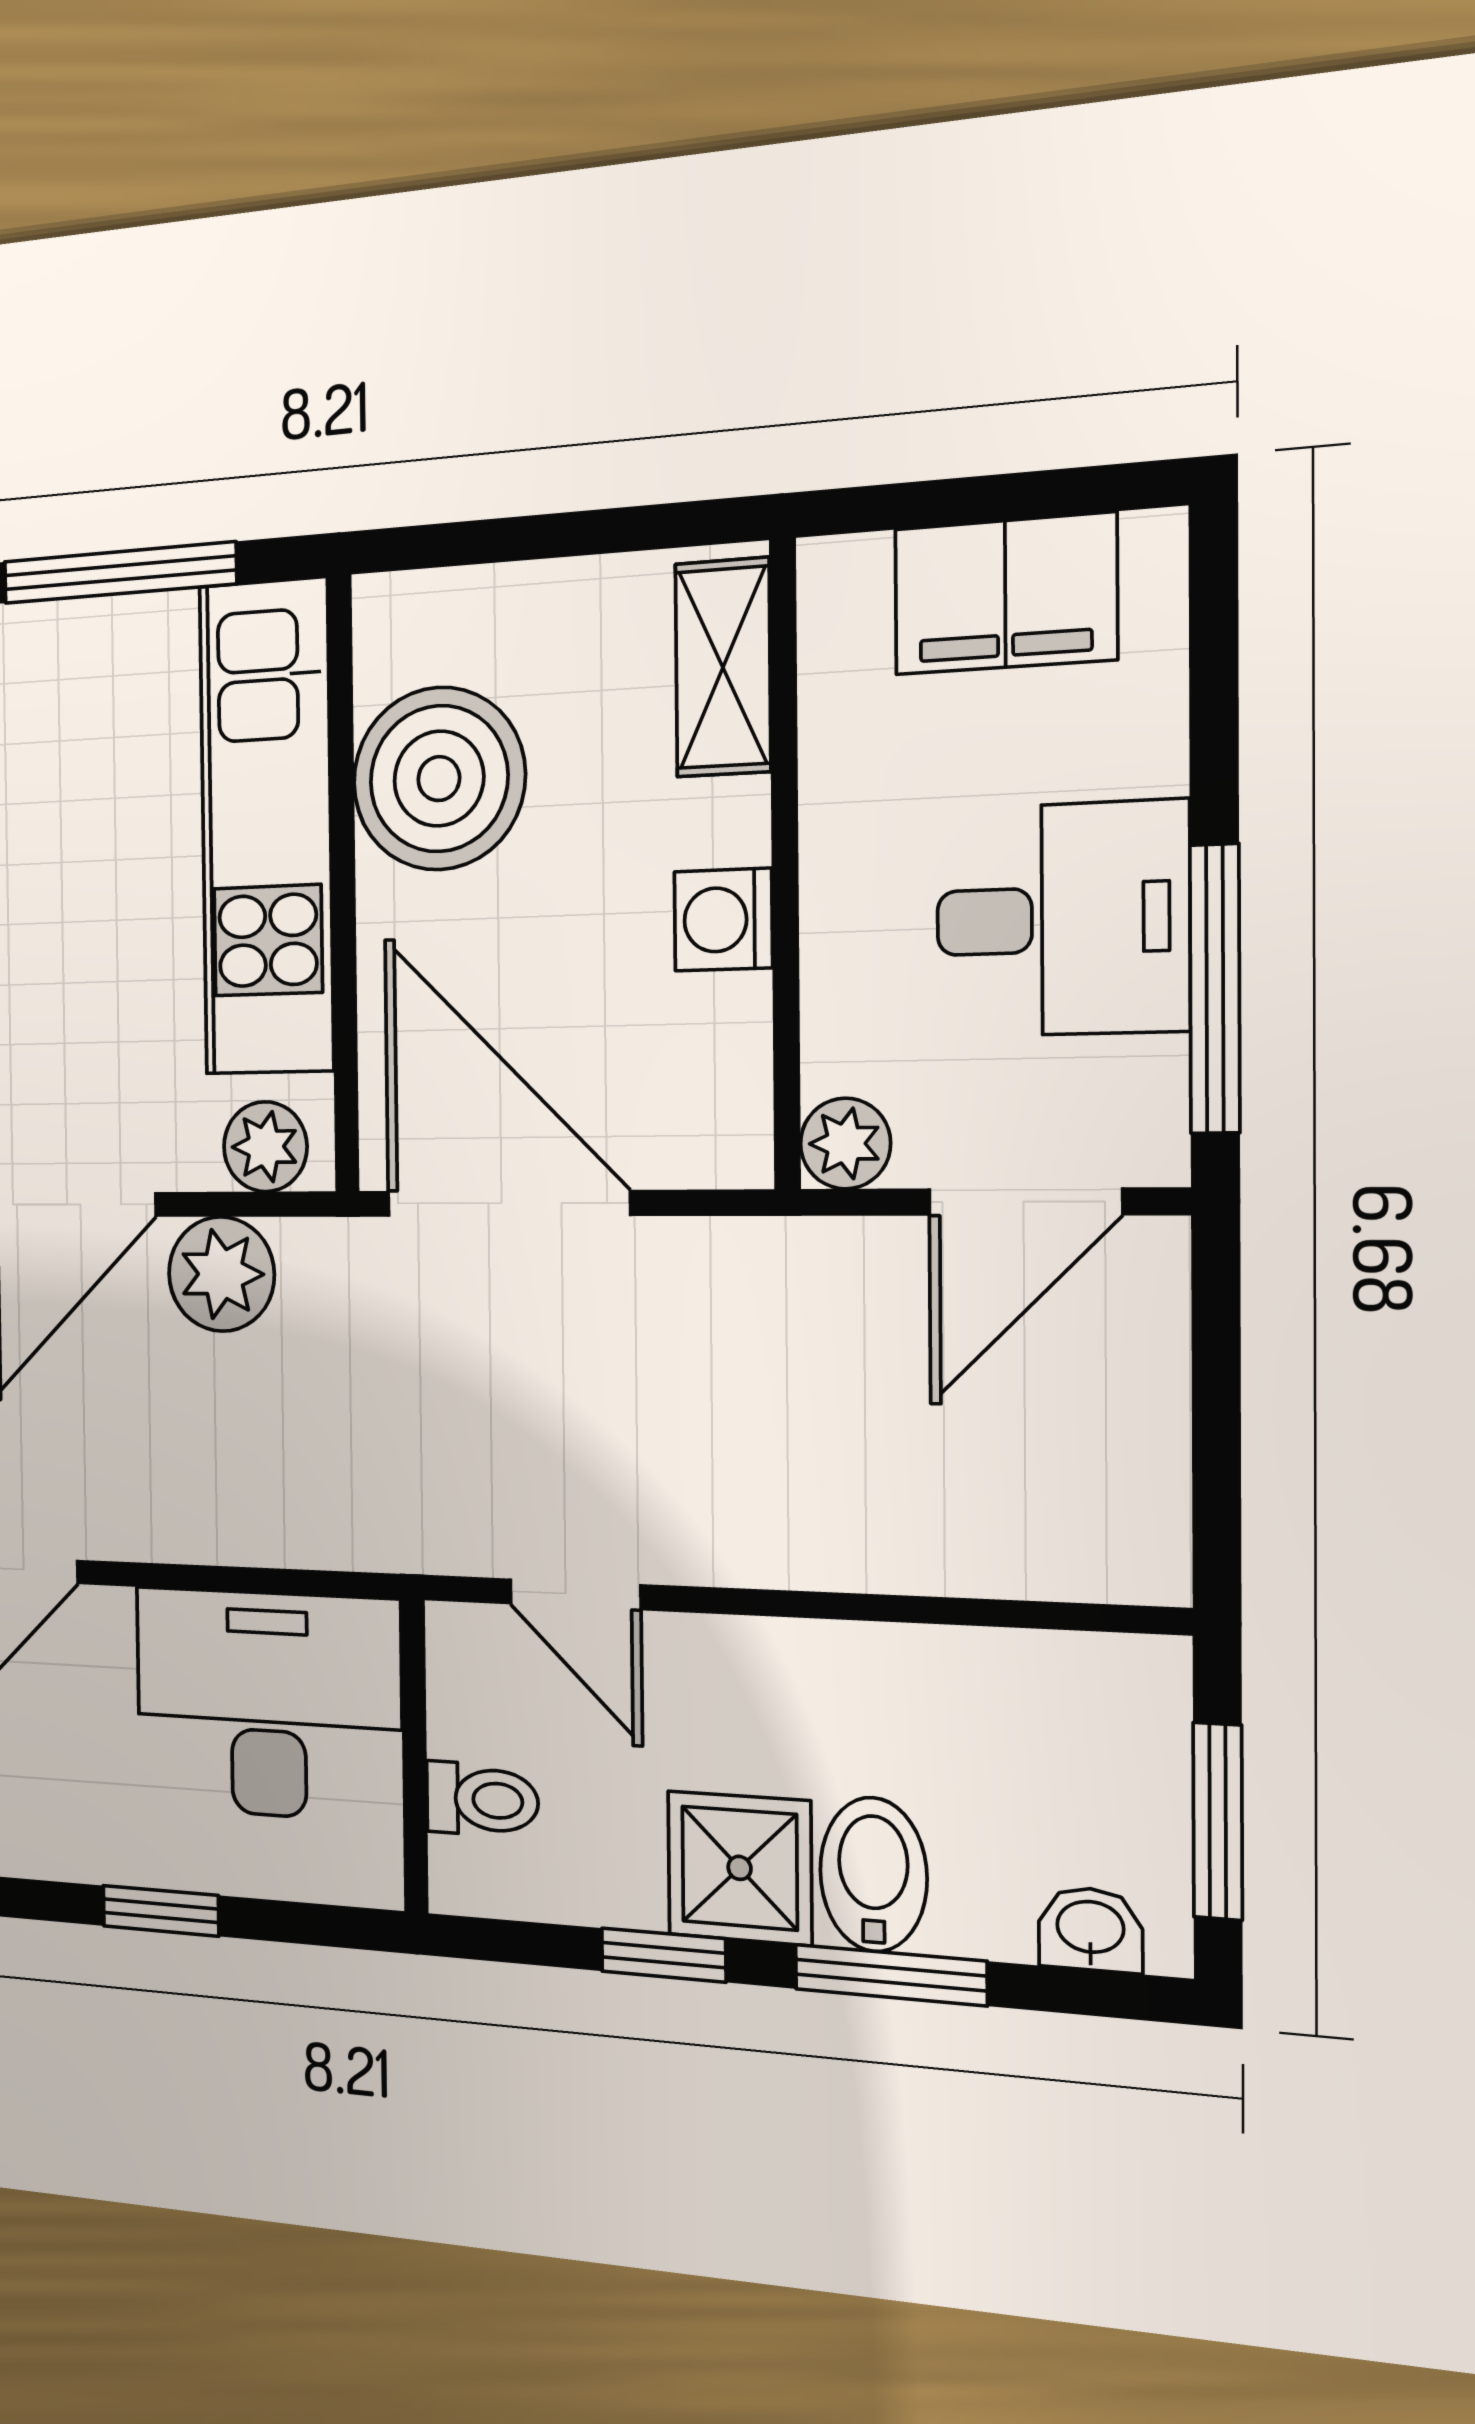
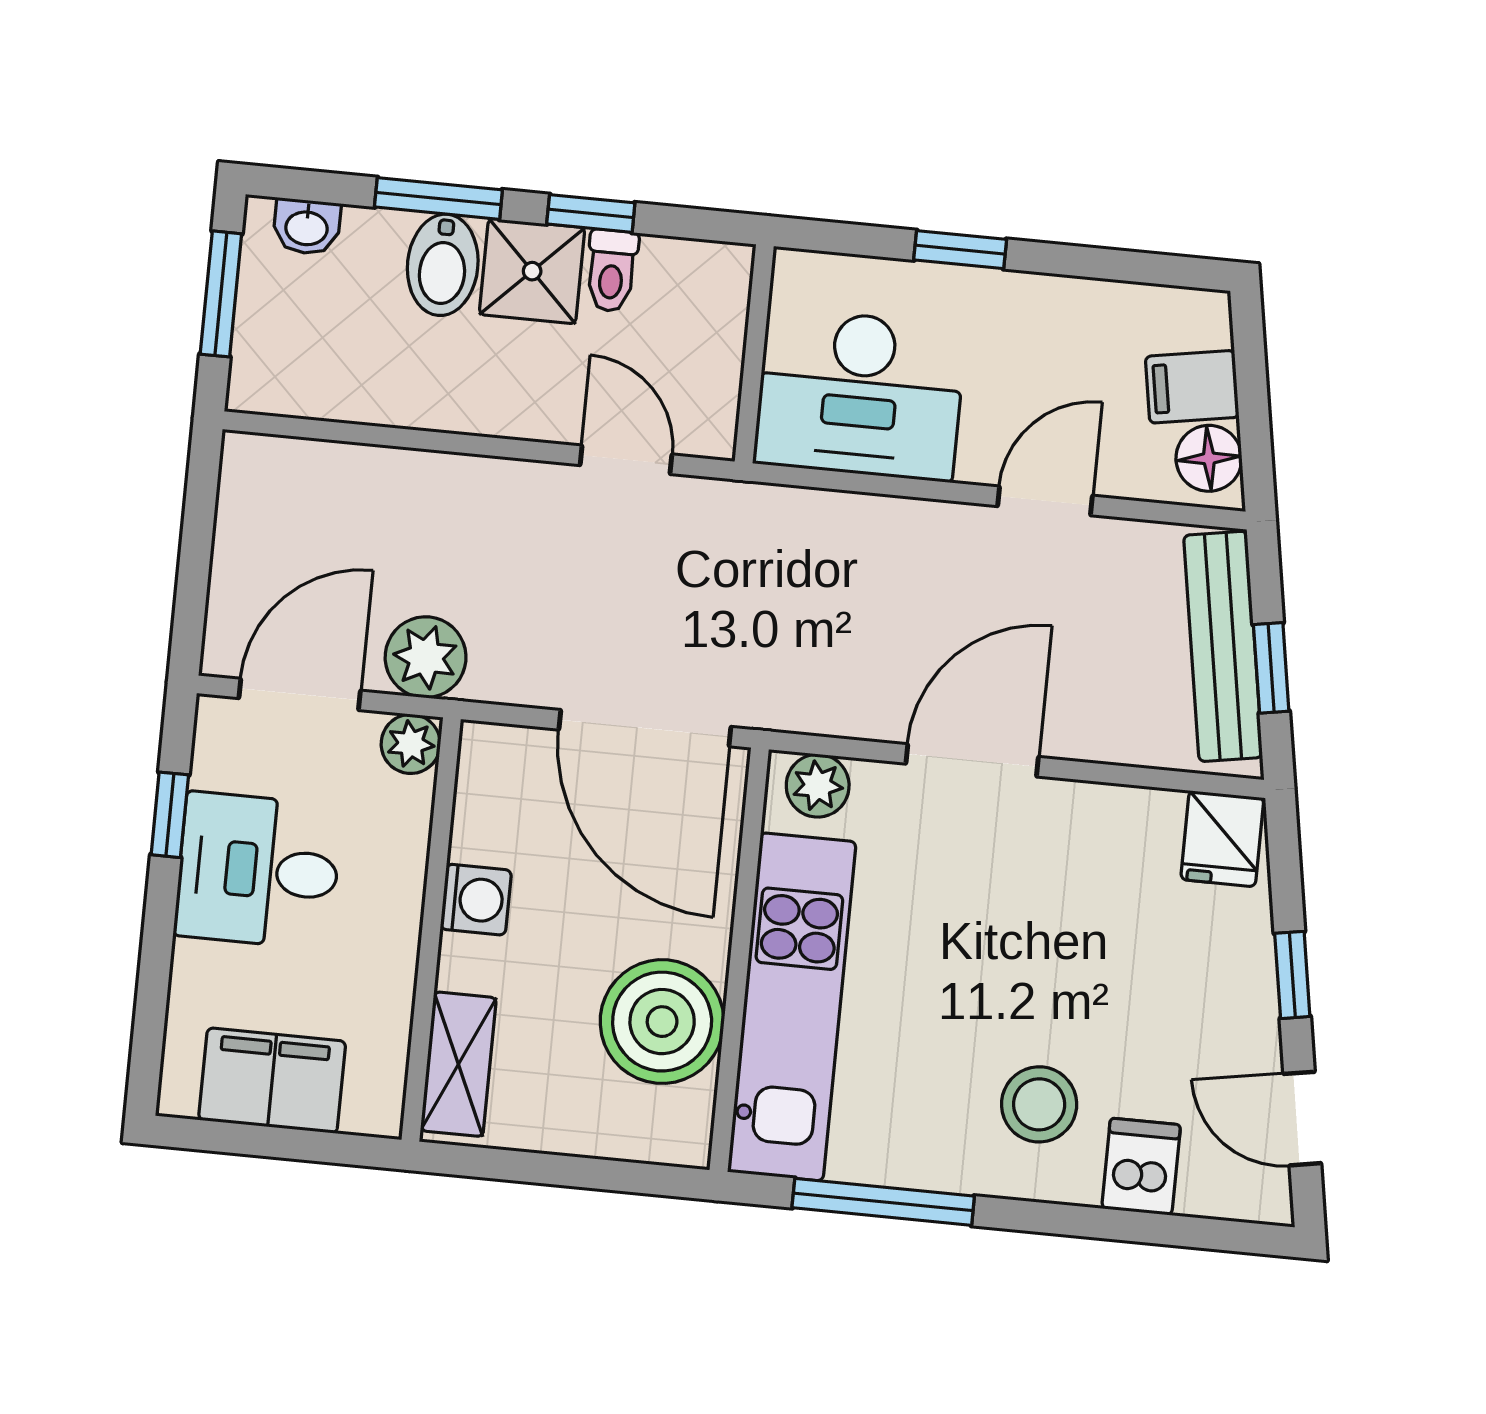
window: (1215, 989) -> (170, 815), width x0.46
plant: (221, 1274) -> (426, 657), moved
toilet: (482, 1800) -> (612, 271), moved, turned -90

